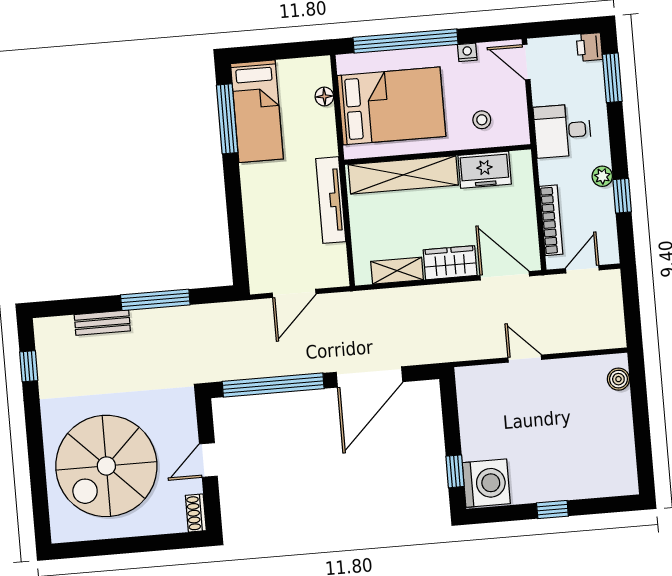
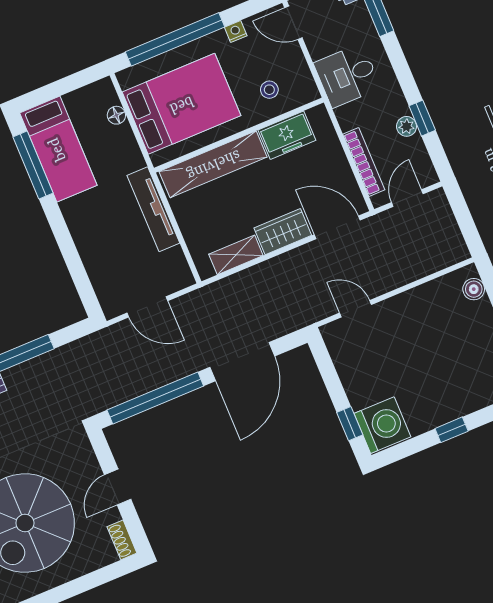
plant: (602, 176) -> (407, 126), moved
door: (294, 293) -> (147, 307), hinge flipped
door: (525, 359) -> (356, 309), moved

